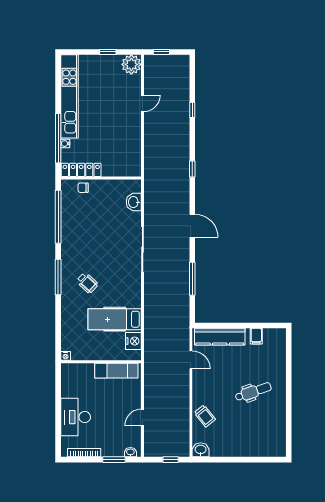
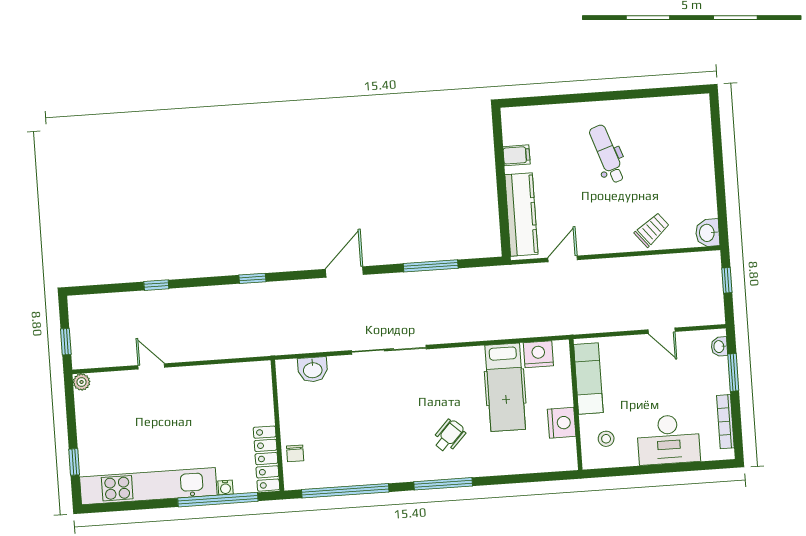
window: (108, 52) -> (74, 462), moved
plant: (131, 64) -> (82, 382), width x0.53, depth x0.53
nightstand: (66, 356) -> (562, 423), moved, width x1.89, depth x1.79
stool: (79, 379) -> (606, 439), added

